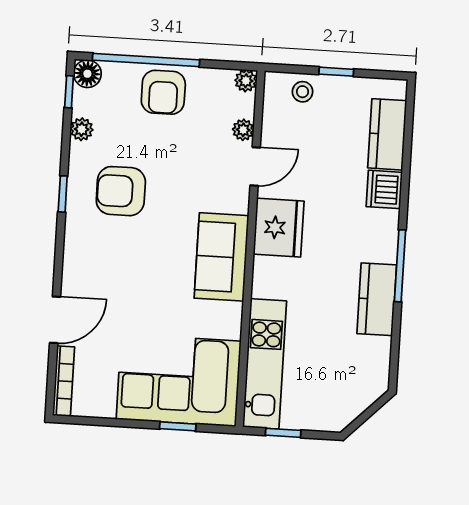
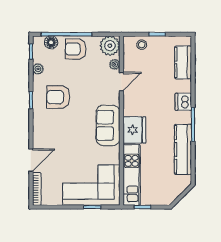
floor lamp: (87, 74) -> (51, 42), moved
plant: (246, 81) -> (110, 46), width x1.87, depth x1.87
armchair: (163, 92) -> (76, 49), turned 90
dishwasher: (384, 189) -> (183, 102), moved
fridge: (279, 228) -> (134, 130), moved
kitchen counter: (377, 299) -> (183, 149), width x1.50

